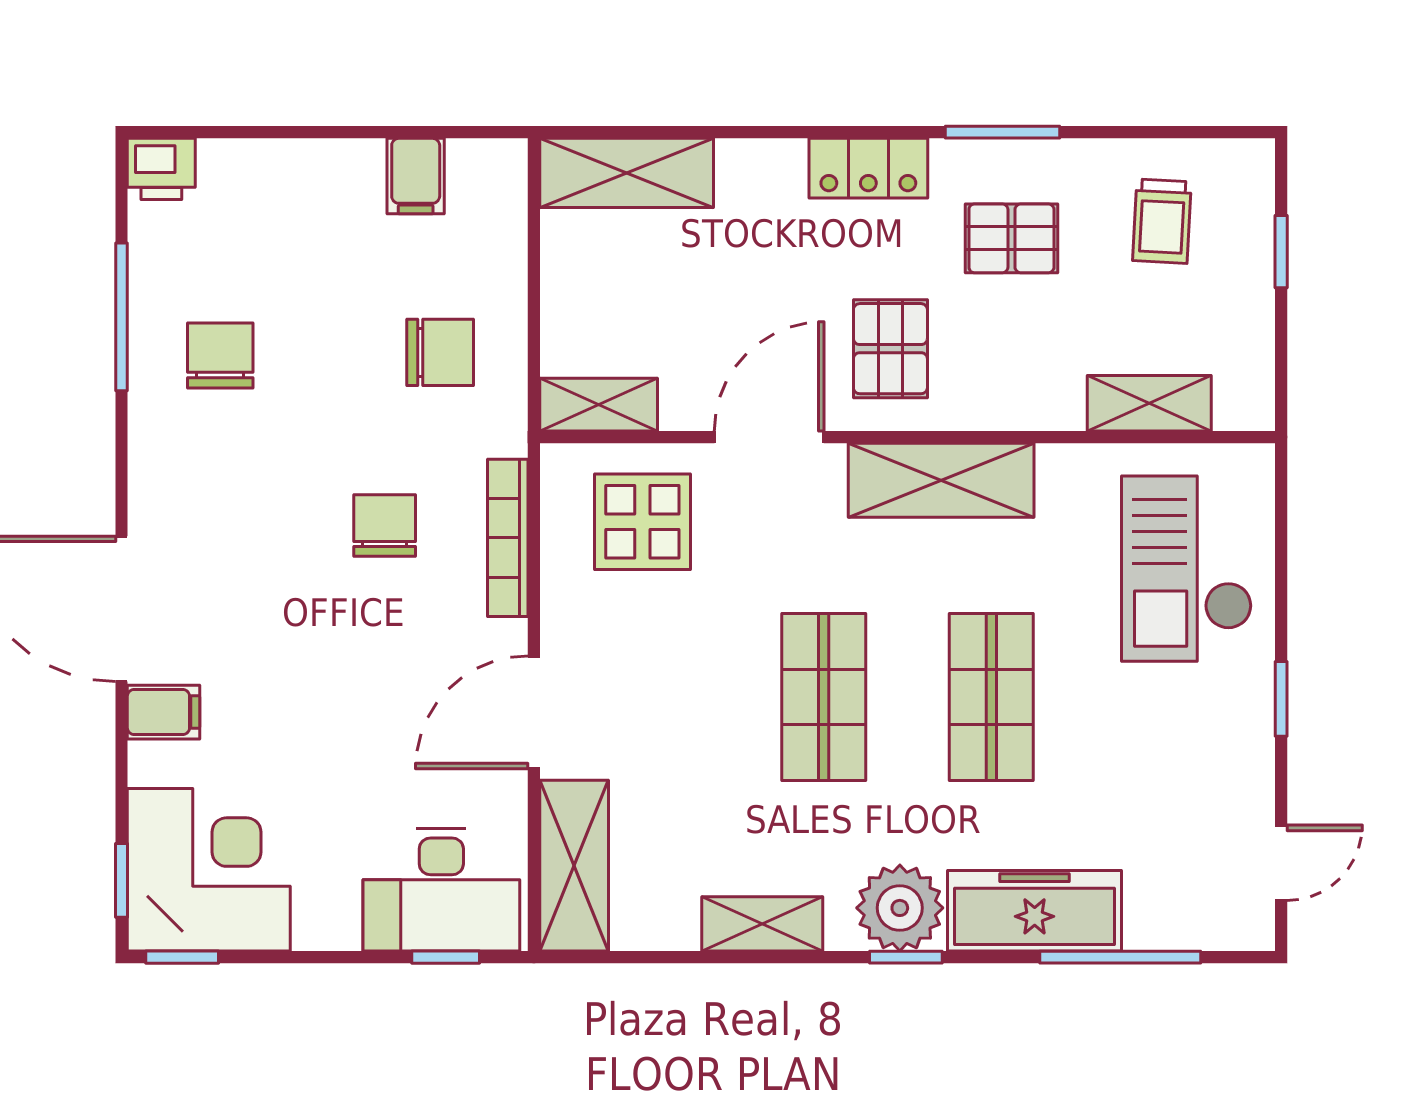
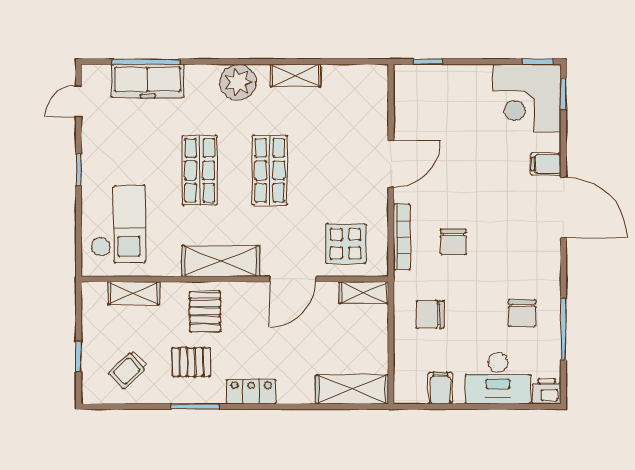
trolley: (1162, 221) -> (128, 369), turned -137
pallet: (890, 349) -> (205, 311), moved
shelving: (574, 866) -> (374, 100), removed
desk: (441, 890) -> (498, 378), moved, turned 180
freezer: (1035, 911) -> (148, 81), moved
window: (906, 957) -> (235, 62), removed

